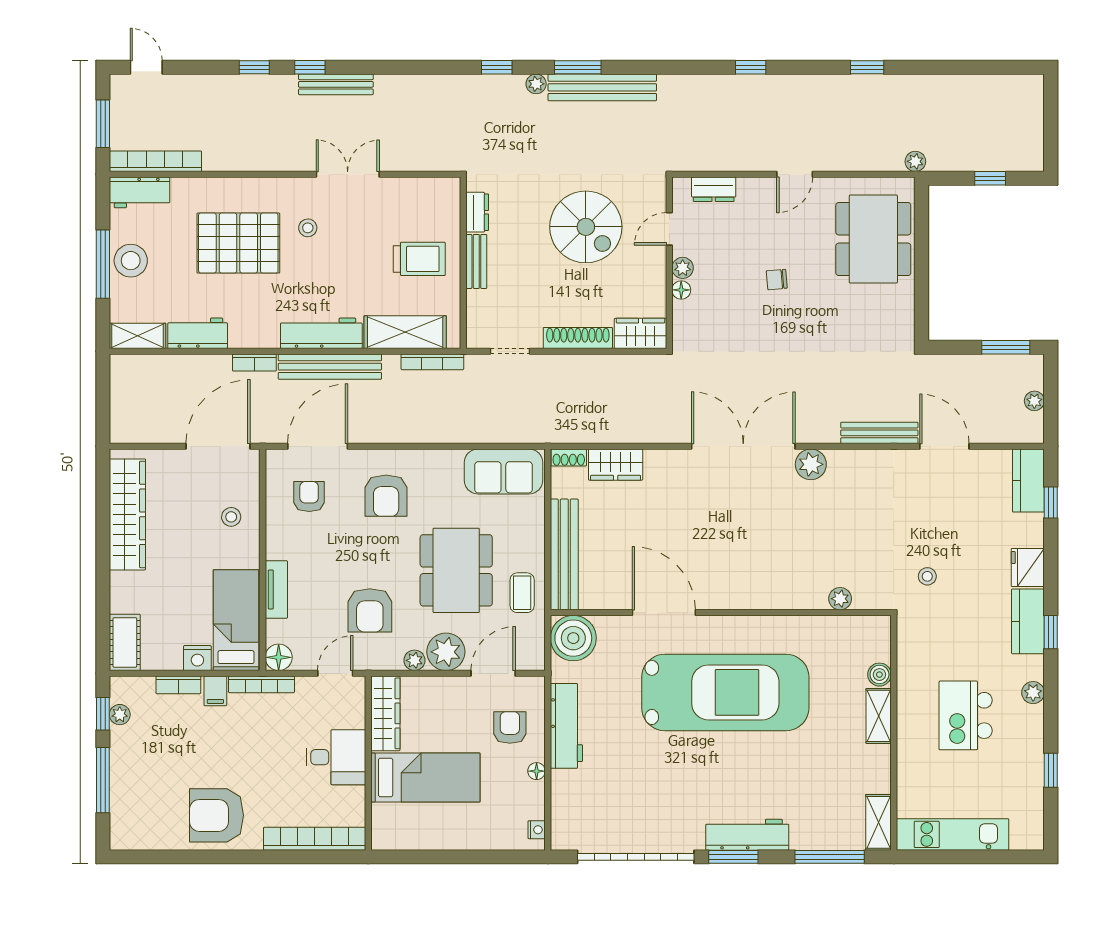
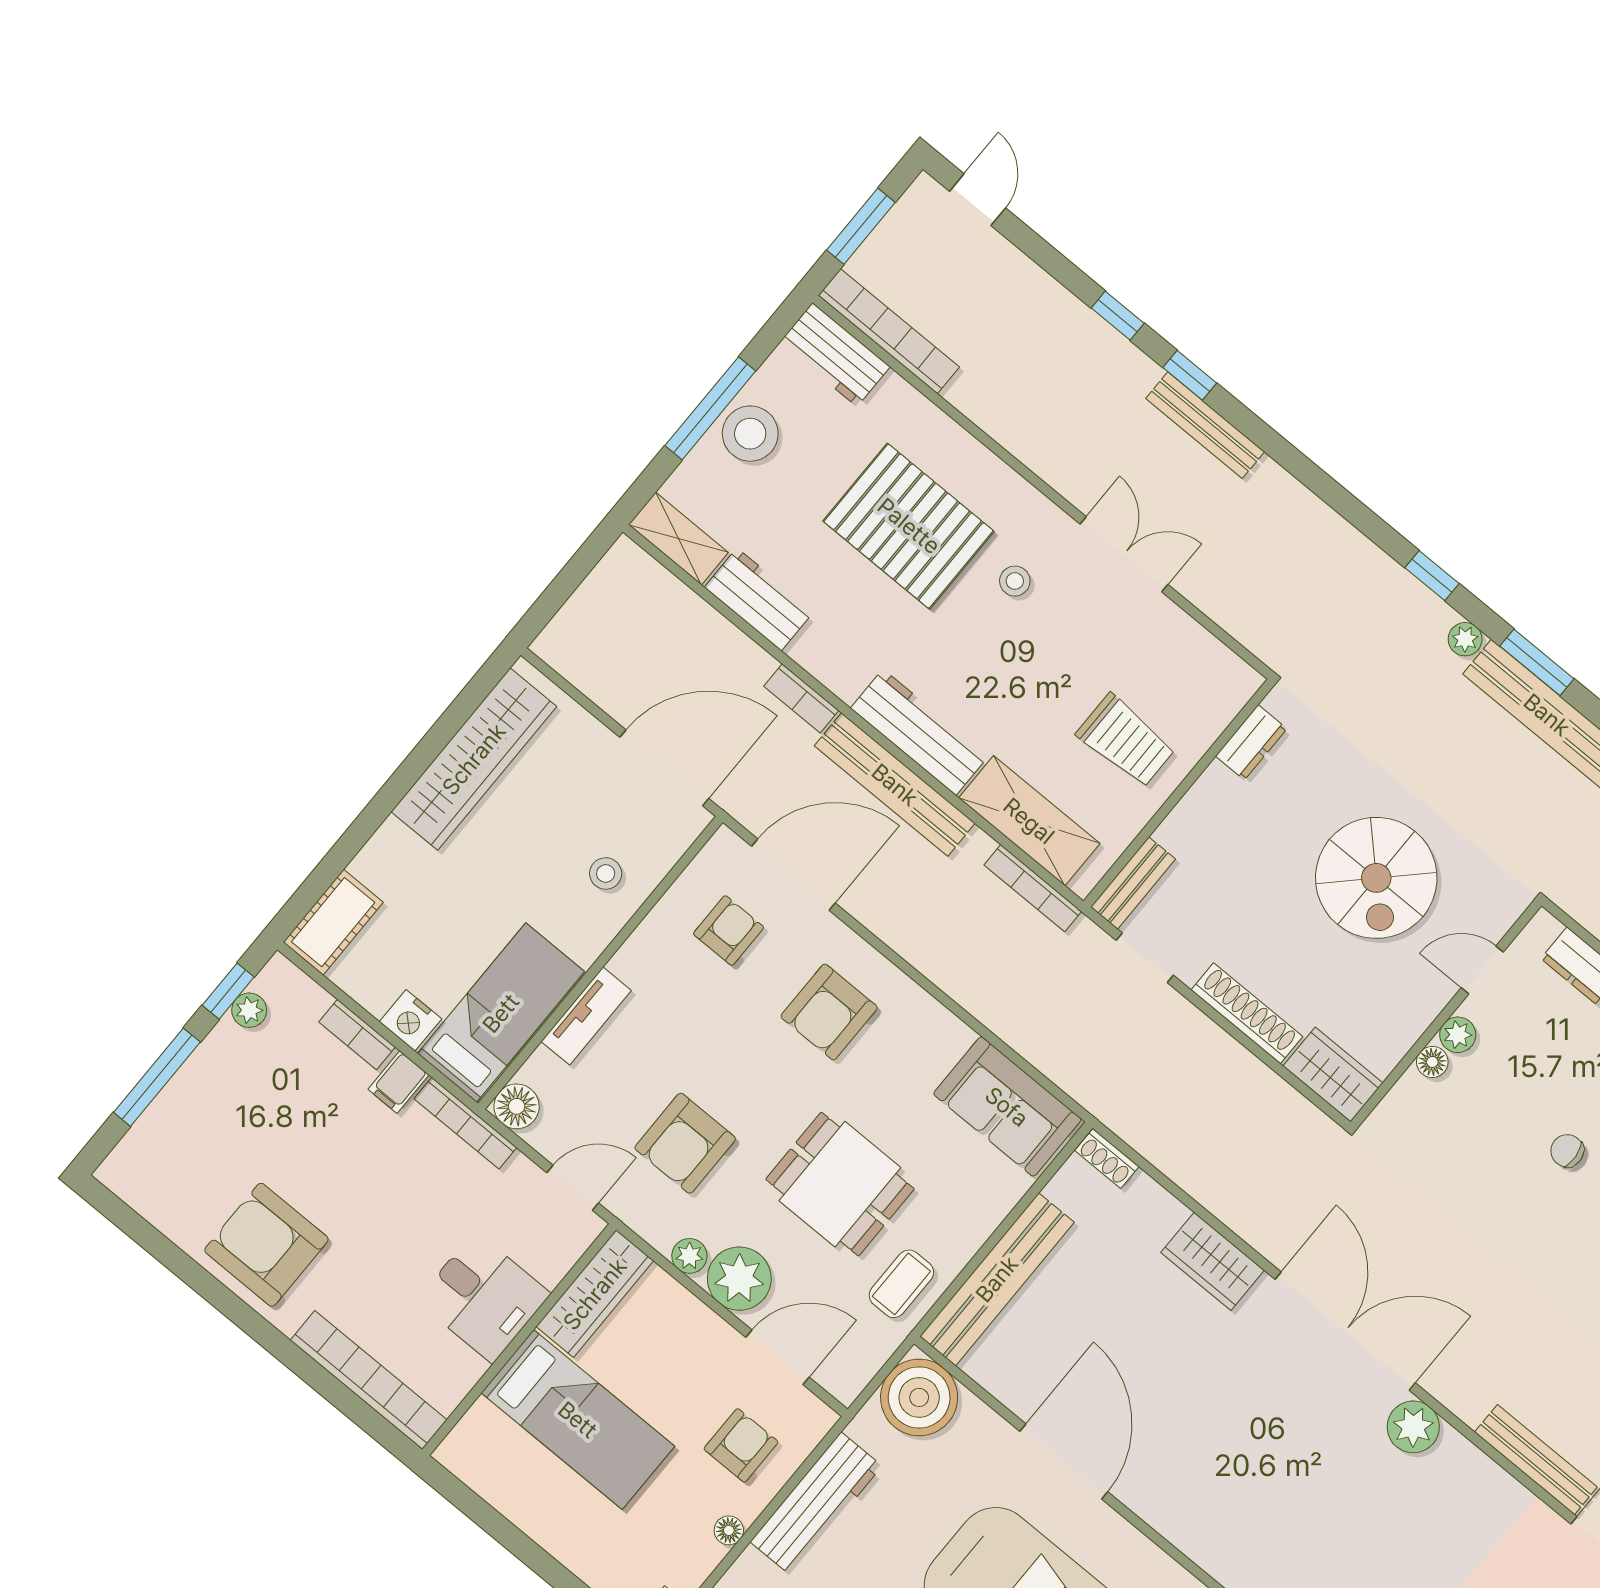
bench: (476, 261) -> (1133, 883), moved
wardrobe: (616, 465) -> (1213, 1261), moved
dining table: (456, 570) -> (840, 1184), width x0.73

